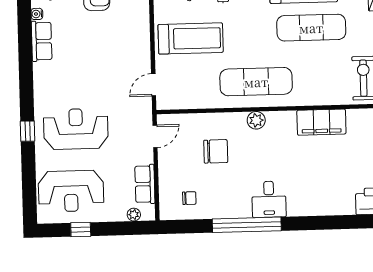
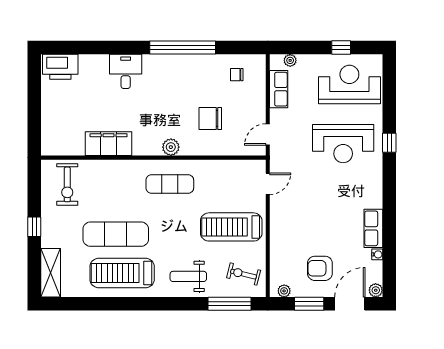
exercise mat: (256, 82) -> (170, 184), width x0.73, depth x0.69
desk: (269, 199) -> (126, 71), moved

